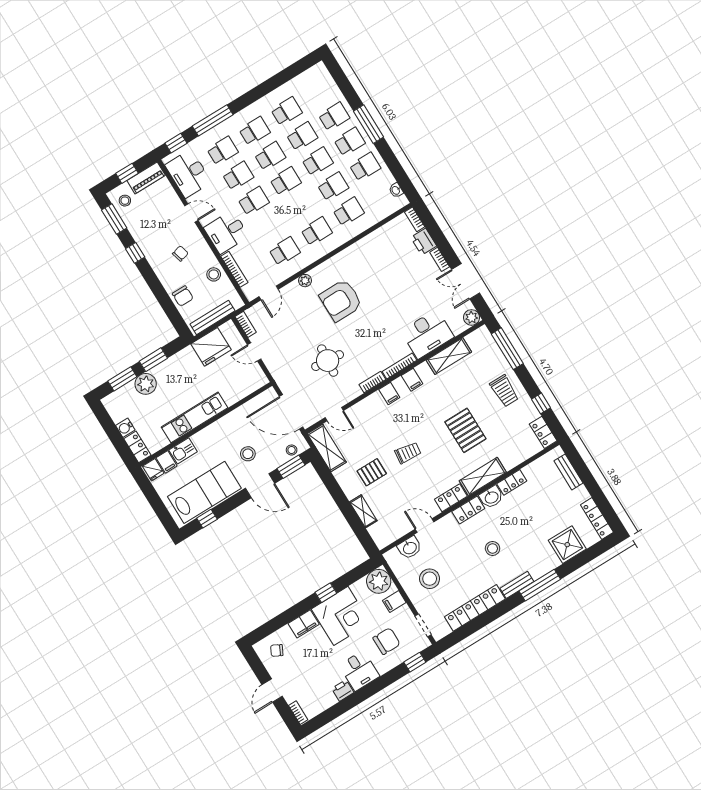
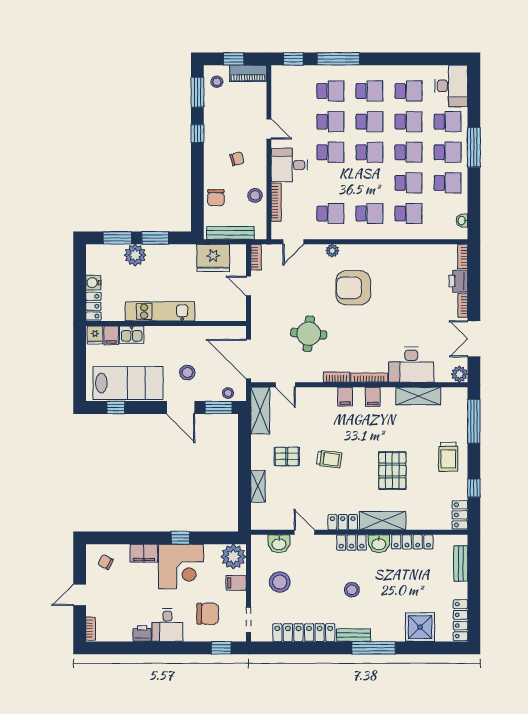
desk: (188, 174) -> (451, 86), moved, turned 180
locker: (512, 482) -> (412, 542), width x1.53

